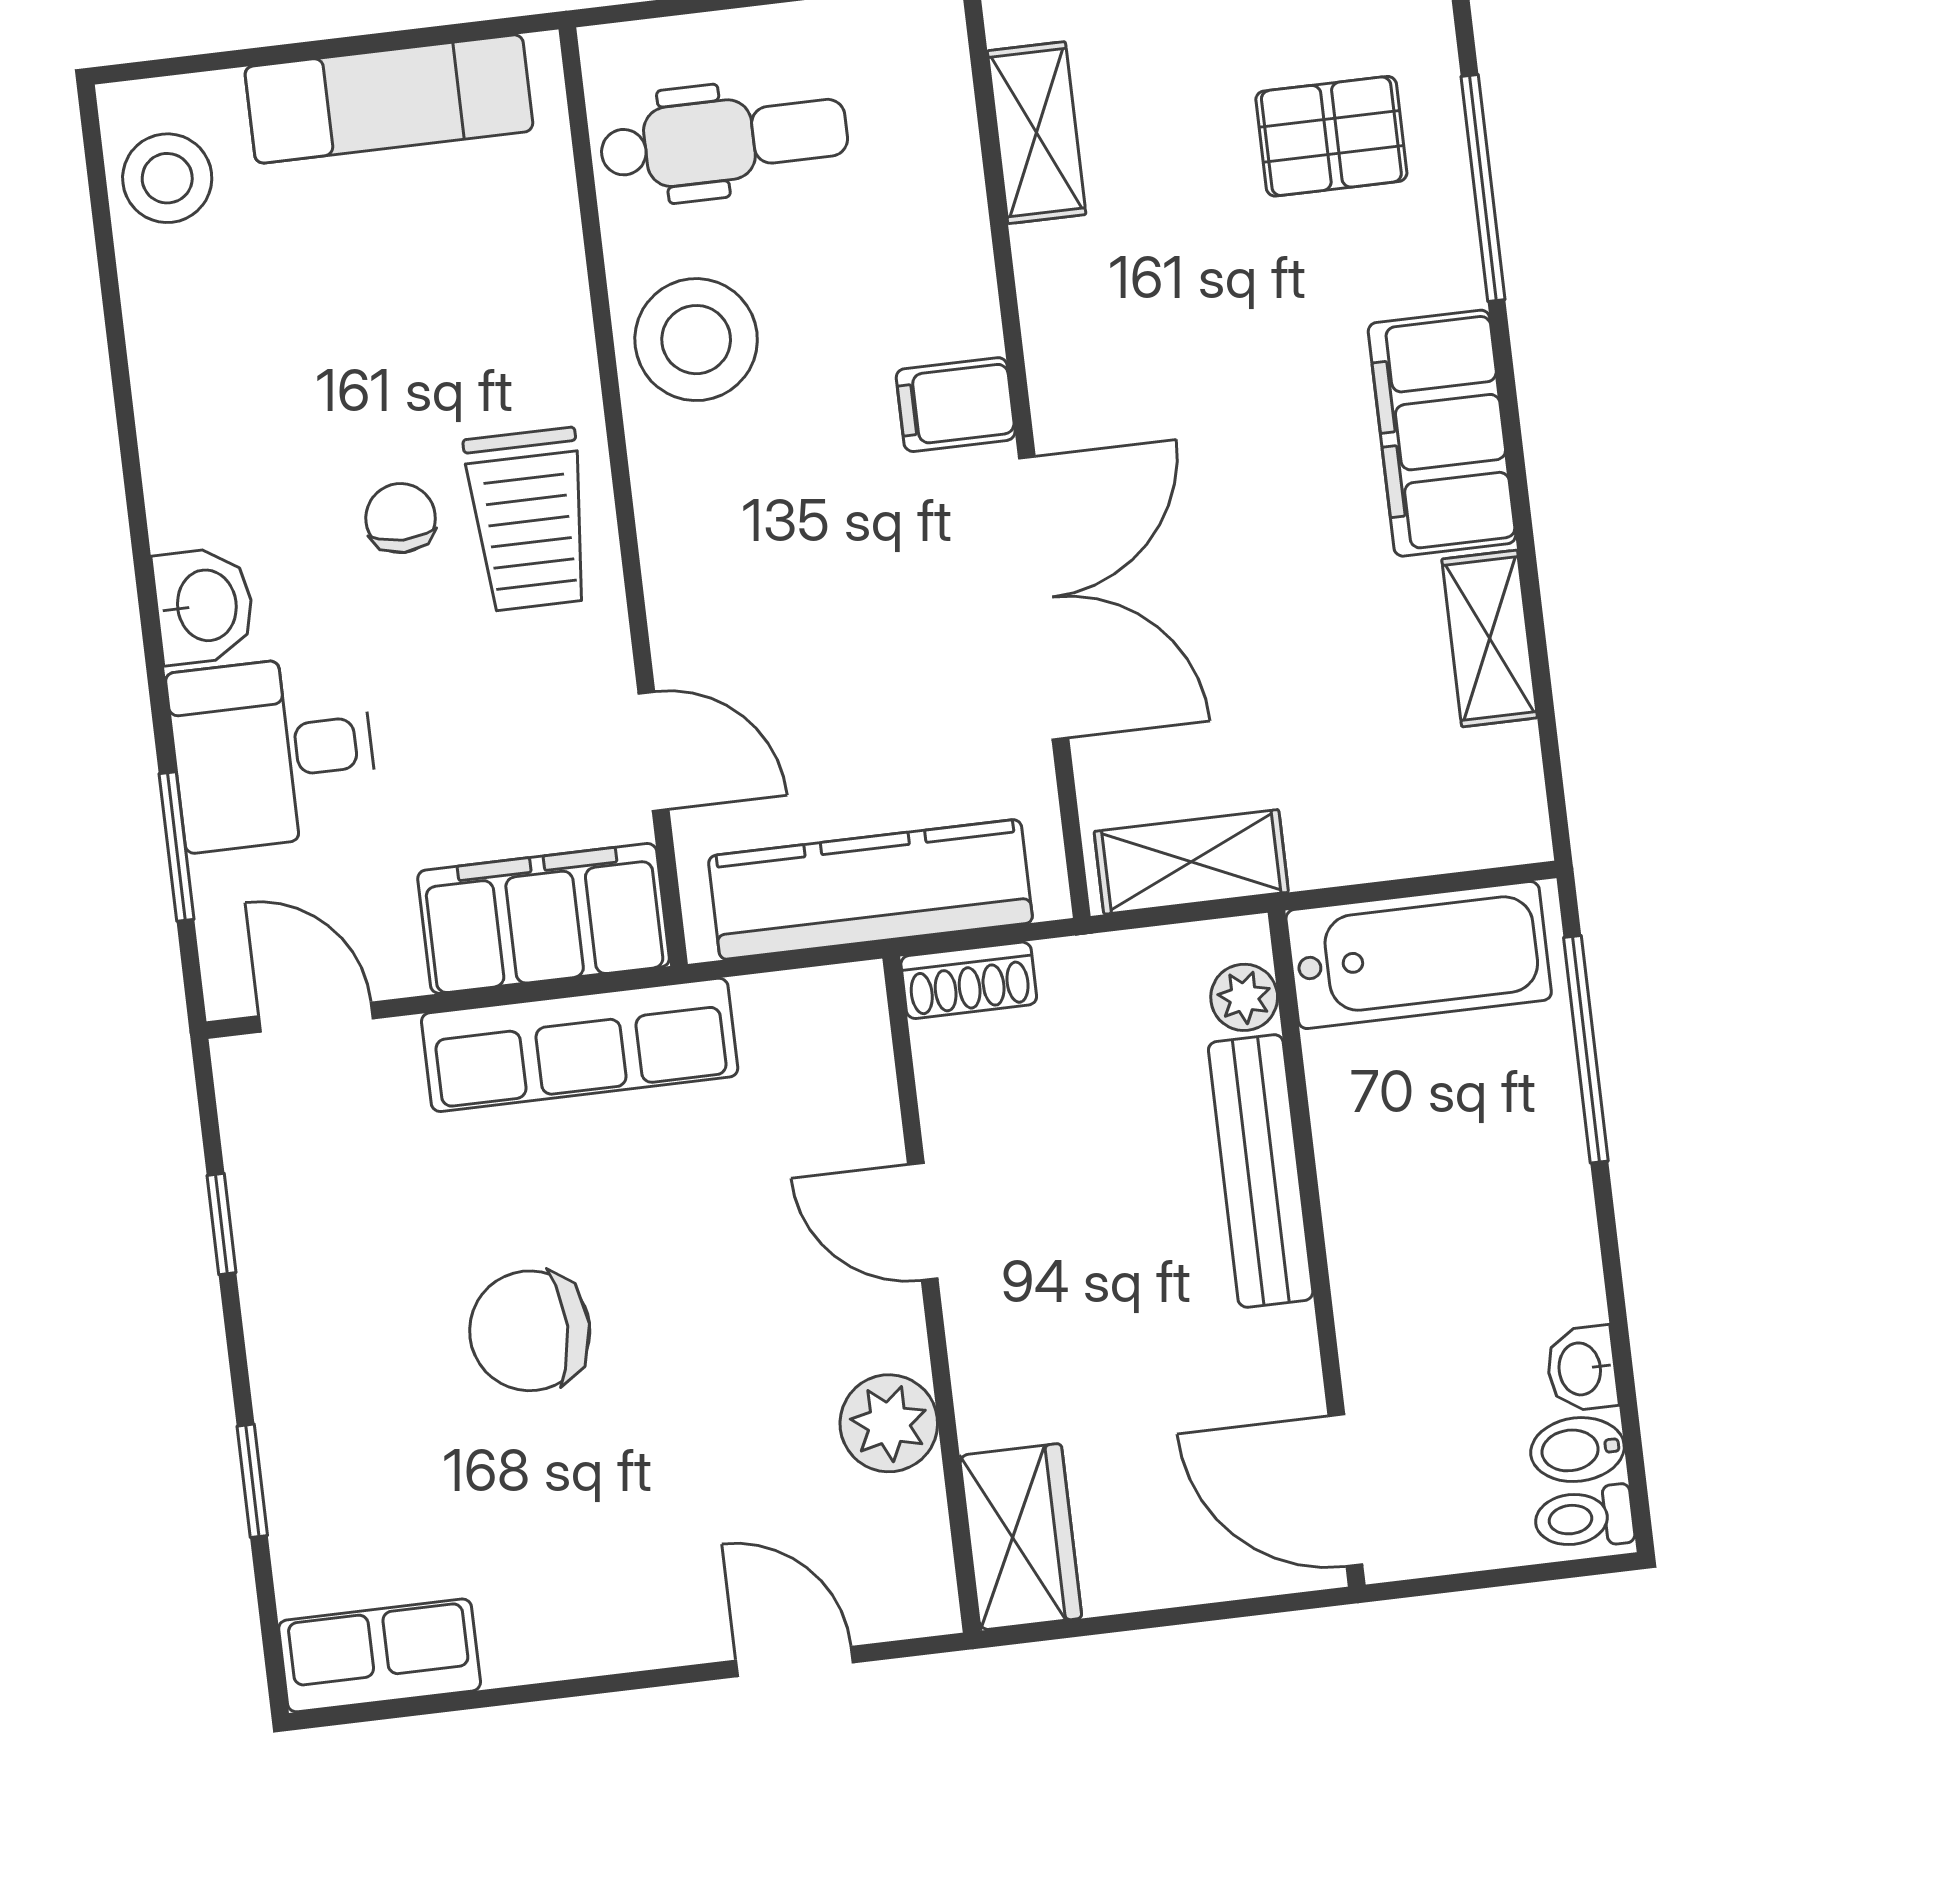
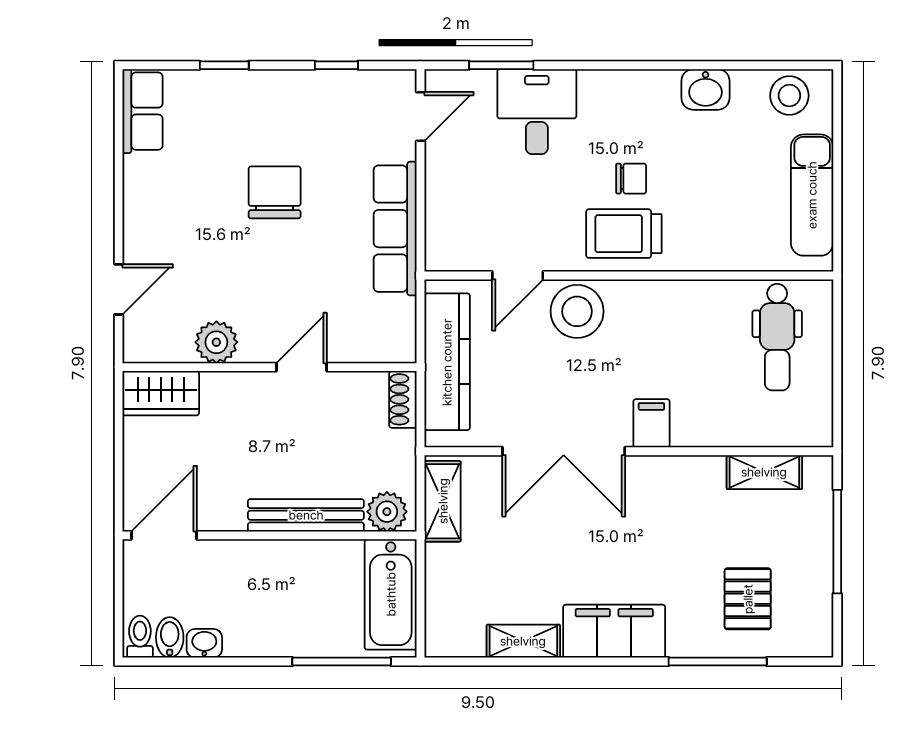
stool: (696, 340) -> (577, 311), moved
washbasin: (204, 606) -> (705, 89), moved
filing cabinet: (544, 918) -> (451, 220), removed
plant: (1244, 997) -> (387, 512), width x1.38, depth x1.38

